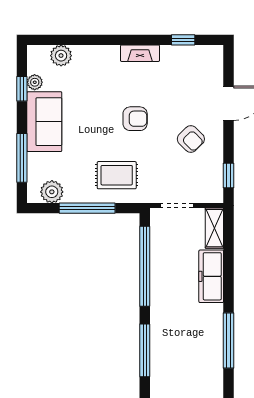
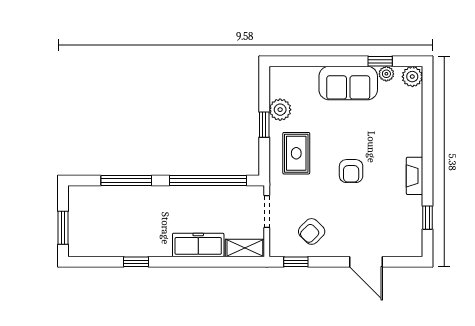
plant: (61, 56) -> (412, 77), moved
armchair: (191, 139) -> (312, 231), moved
window: (22, 158) -> (313, 61), removed
plant: (52, 192) -> (280, 110), moved
window: (87, 208) -> (264, 125), width x0.46
window: (229, 340) -> (136, 262), width x0.46

